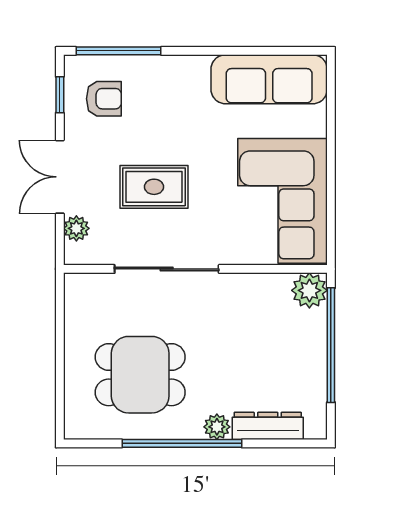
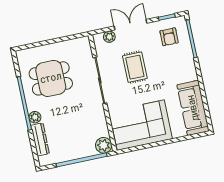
dining table: (140, 375) -> (51, 78), turned 90

